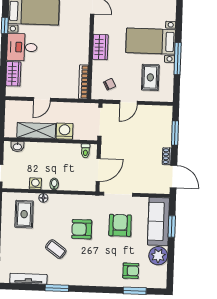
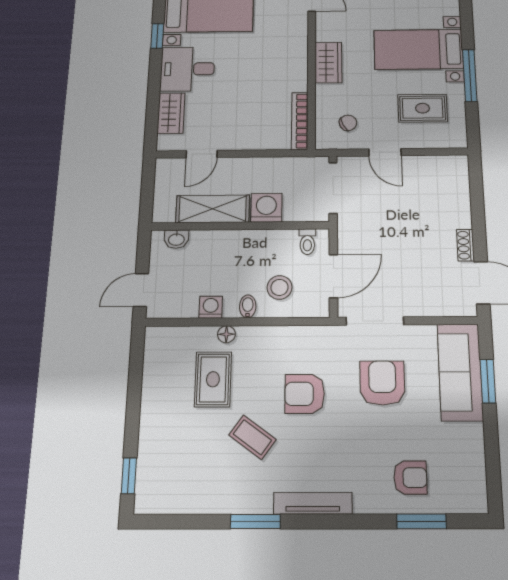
rug: (150, 77) -> (423, 108), turned 90
door: (42, 99) -> (202, 154), moved
door: (128, 102) -> (385, 152), hinge flipped
window: (175, 133) -> (477, 202), removed
stool: (71, 175) -> (279, 287), added
rug: (24, 214) -> (213, 379), moved
plant: (158, 256) -> (465, 443), removed
tv unit: (28, 279) -> (313, 503), moved

